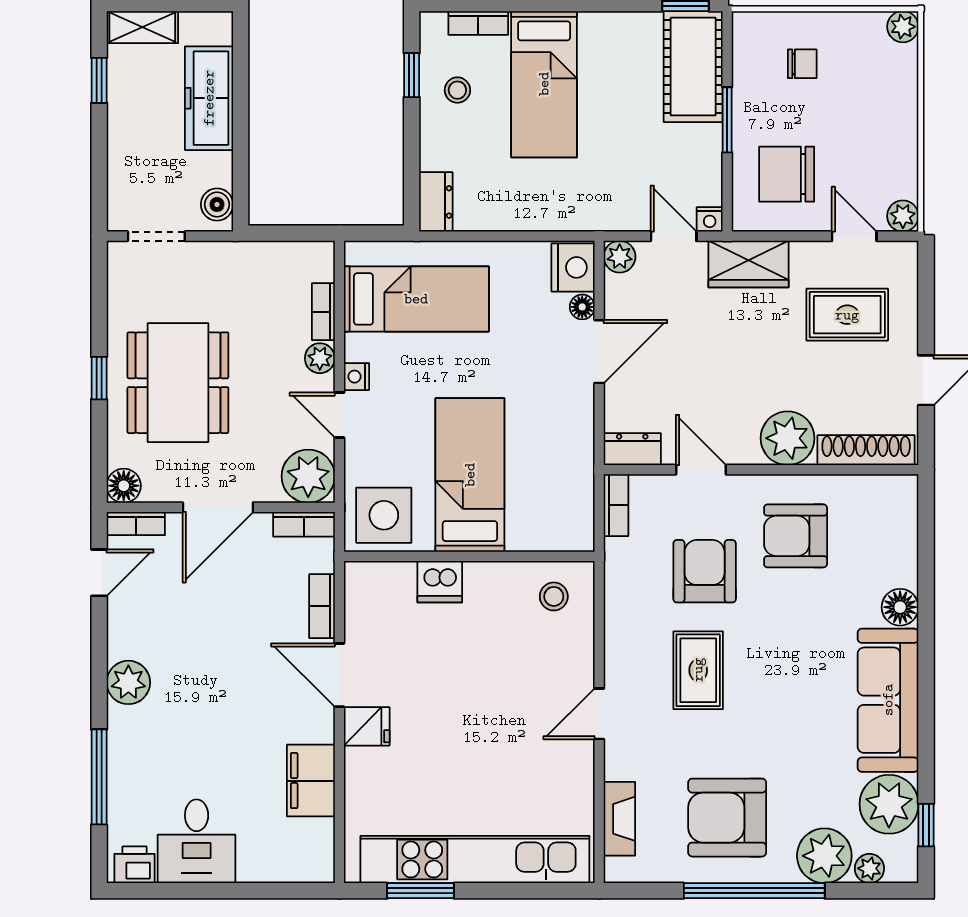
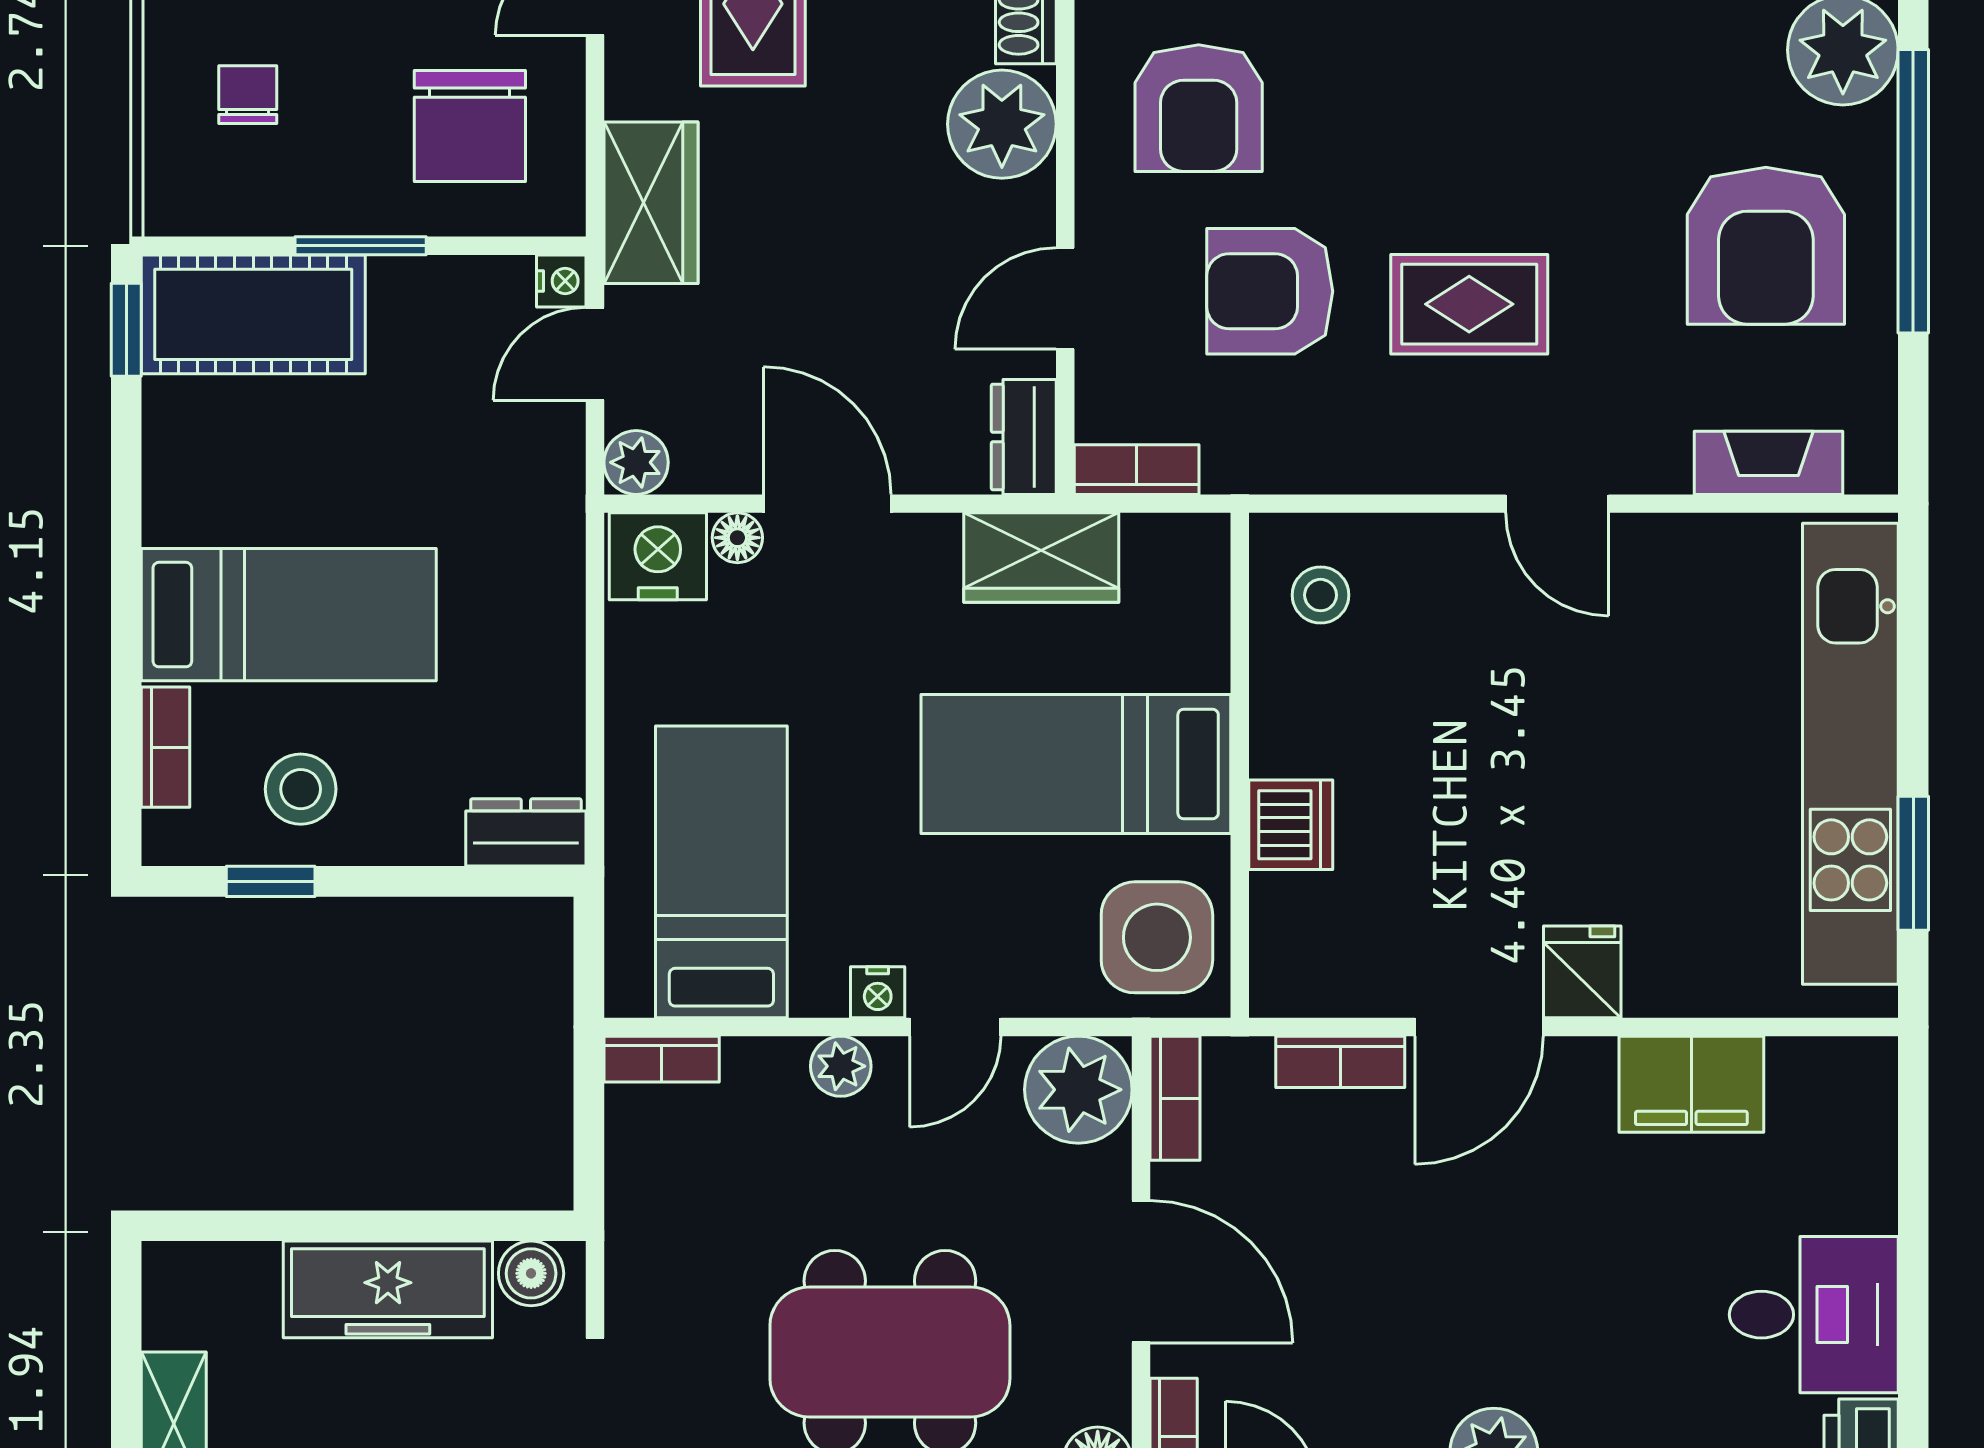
stool: (457, 90) -> (301, 789), width x1.37, depth x1.37
freezer: (209, 98) -> (388, 1289), moved
bookcase: (323, 312) -> (662, 1059), moved
wardrobe: (572, 458) -> (1041, 558), added

